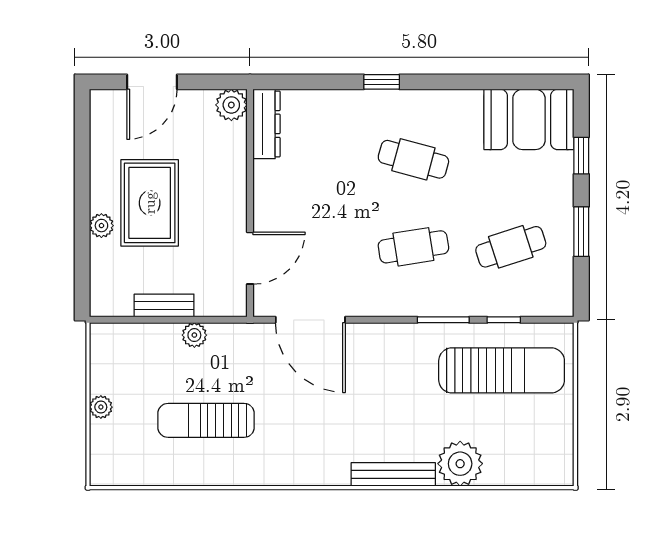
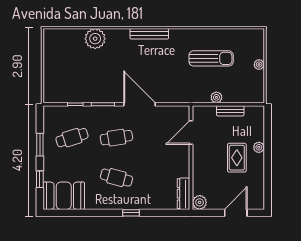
rug: (150, 203) -> (237, 158), width x0.73, depth x0.70
door: (310, 320) -> (139, 104), moved
sun lounger: (502, 370) -> (76, 81), removed
bench: (393, 474) -> (149, 34), moved

